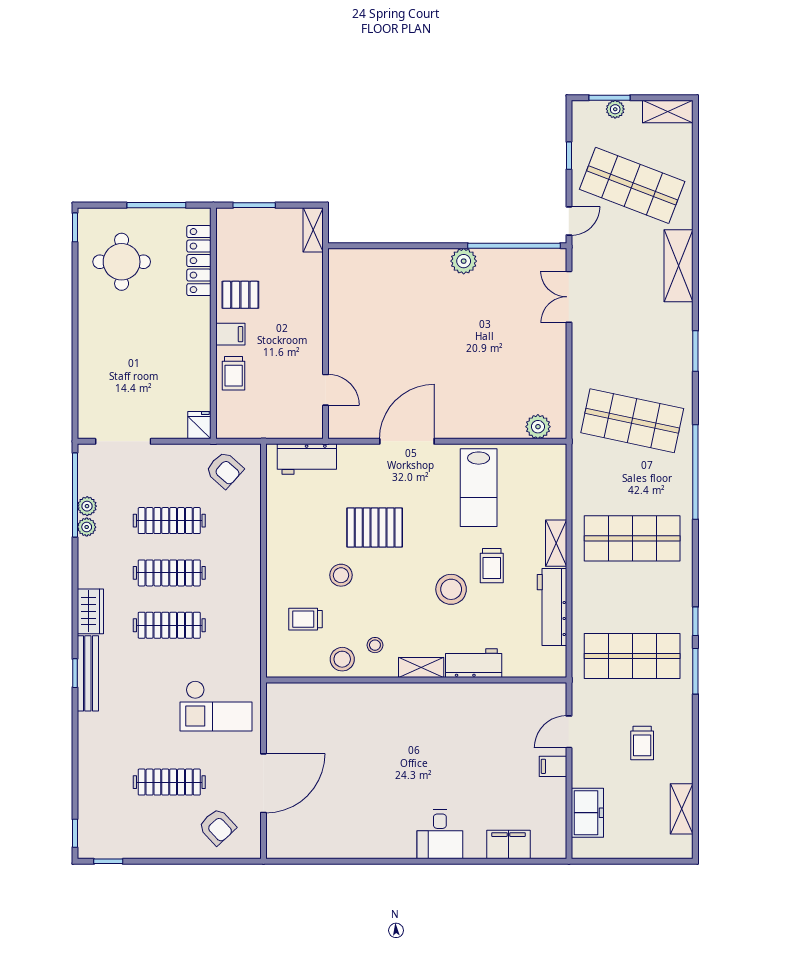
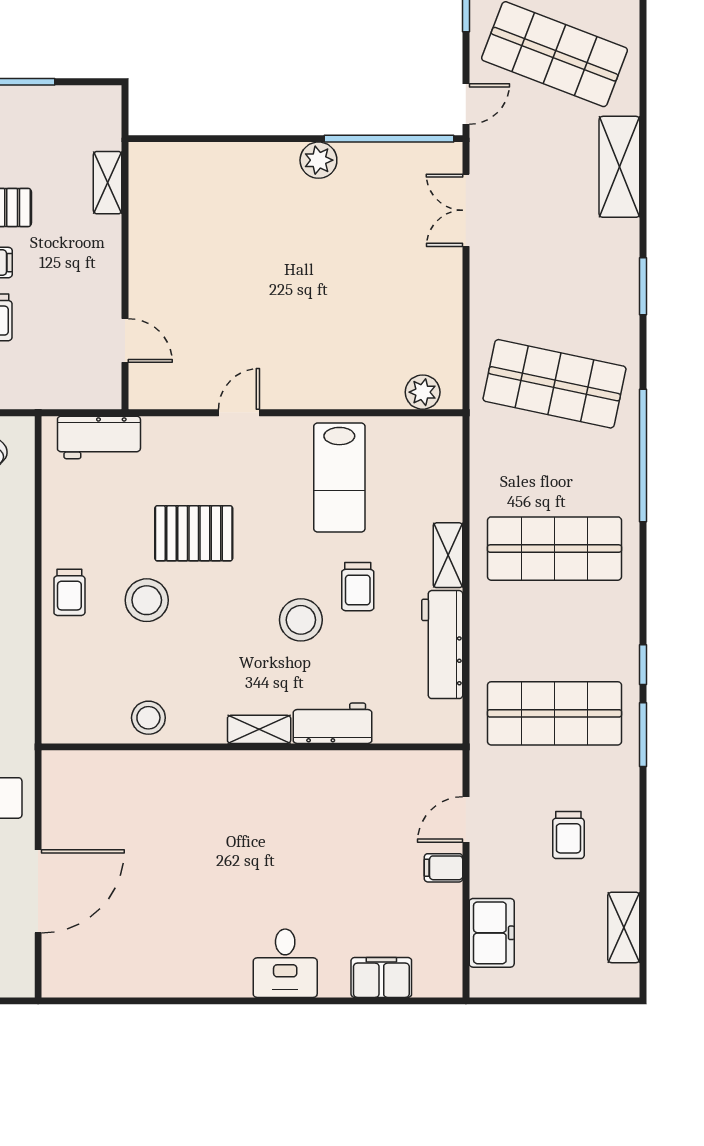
shelving: (313, 230) -> (108, 183), moved
door: (407, 441) -> (239, 413), width x0.53
stool: (341, 575) -> (147, 600), width x1.38, depth x1.38
trolley: (306, 619) -> (69, 592), moved, turned -90
stool: (375, 645) -> (194, 698), removed

